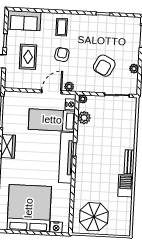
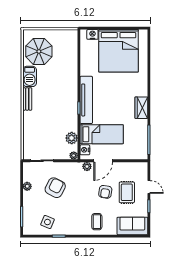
side table: (114, 29) -> (47, 222), added
armchair: (62, 55) -> (105, 192), moved
parasol: (94, 217) -> (39, 51), moved

